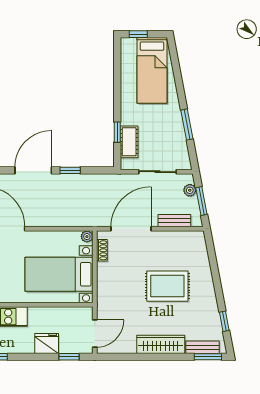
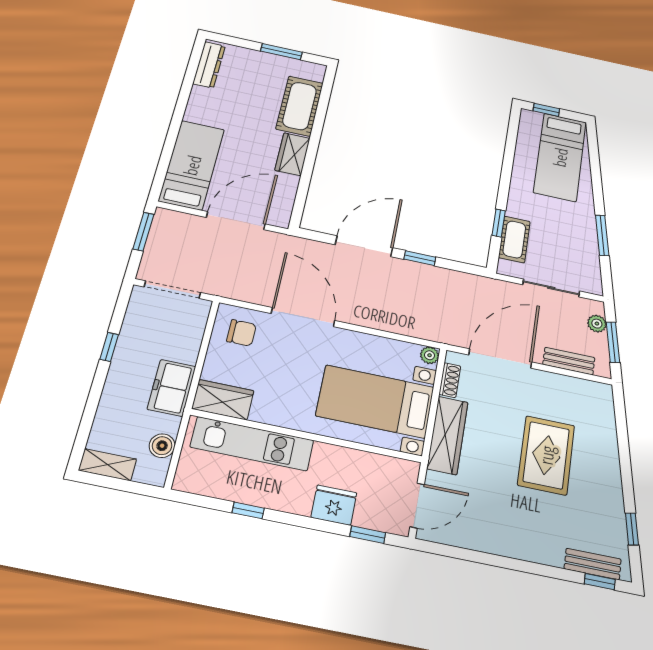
rug: (167, 286) -> (546, 455), turned 90
wardrobe: (161, 344) -> (447, 435), moved, turned 90
window: (208, 357) -> (600, 582), width x0.67

